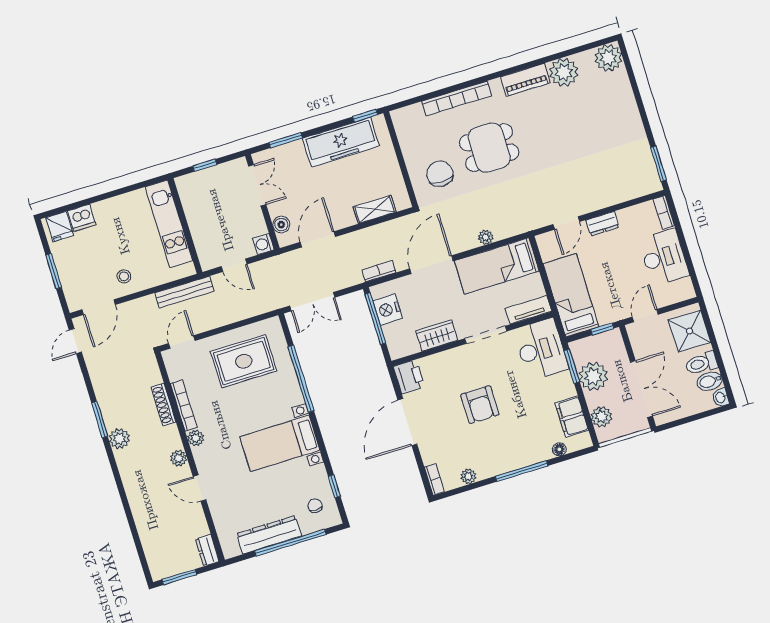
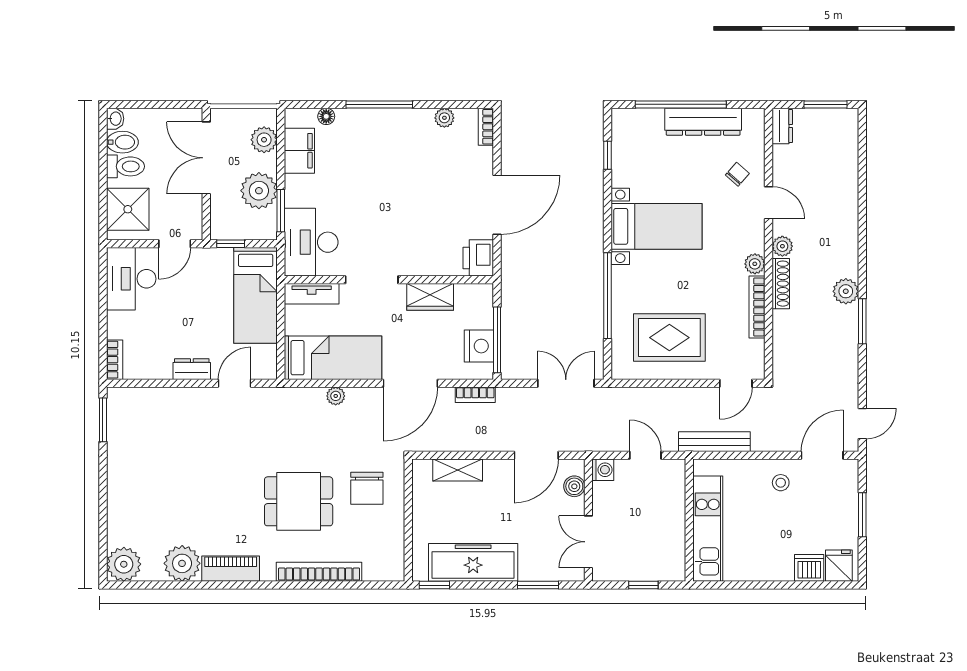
desk: (664, 257) -> (131, 279), moved
shoe rack: (163, 405) -> (781, 284), moved
armchair: (480, 405) -> (404, 199), removed
chair: (315, 506) -> (737, 174), moved, turned -139

